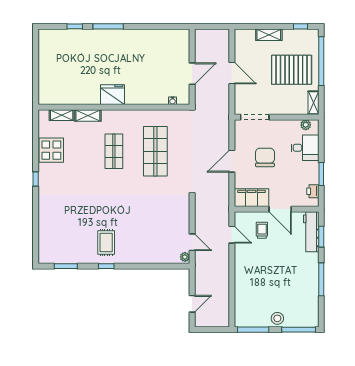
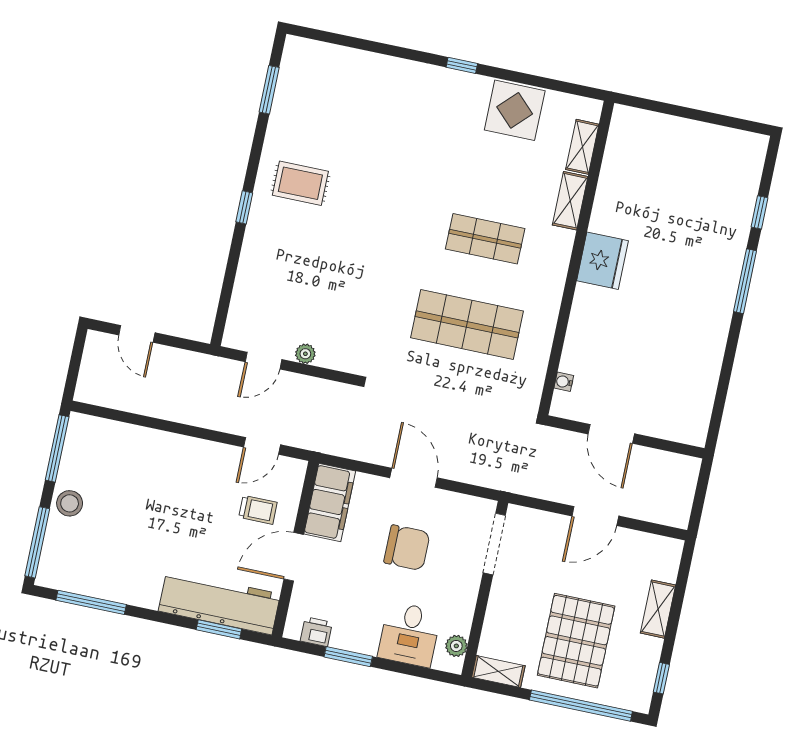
workbench: (311, 232) -> (219, 602), width x1.36, depth x1.32
plant: (185, 257) -> (305, 354), moved
window: (106, 266) -> (244, 207), moved
window: (321, 279) -> (91, 602), moved

